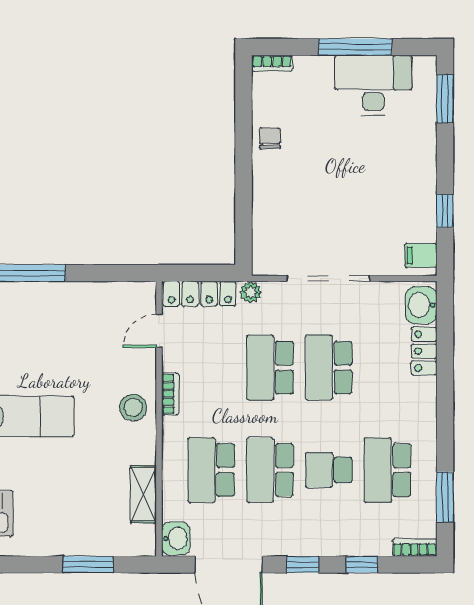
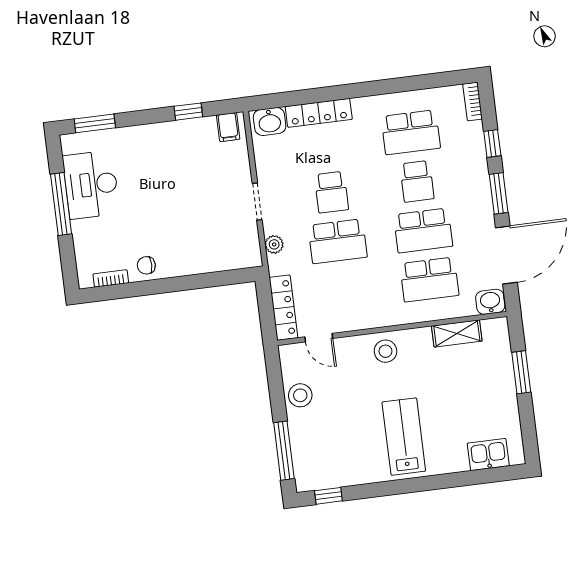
bookcase: (272, 63) -> (111, 278), moved, turned -90
doorway: (329, 278) -> (257, 202), width x0.53
plant: (251, 292) -> (274, 244), moved
stool: (94, 300) -> (300, 395), added
locker: (424, 351) -> (319, 113), width x1.53
school desk: (329, 368) -> (331, 192), width x0.54
bookcase: (170, 394) -> (370, 322), removed
window: (445, 497) -> (427, 81), removed
window: (302, 564) -> (499, 193), width x1.50

